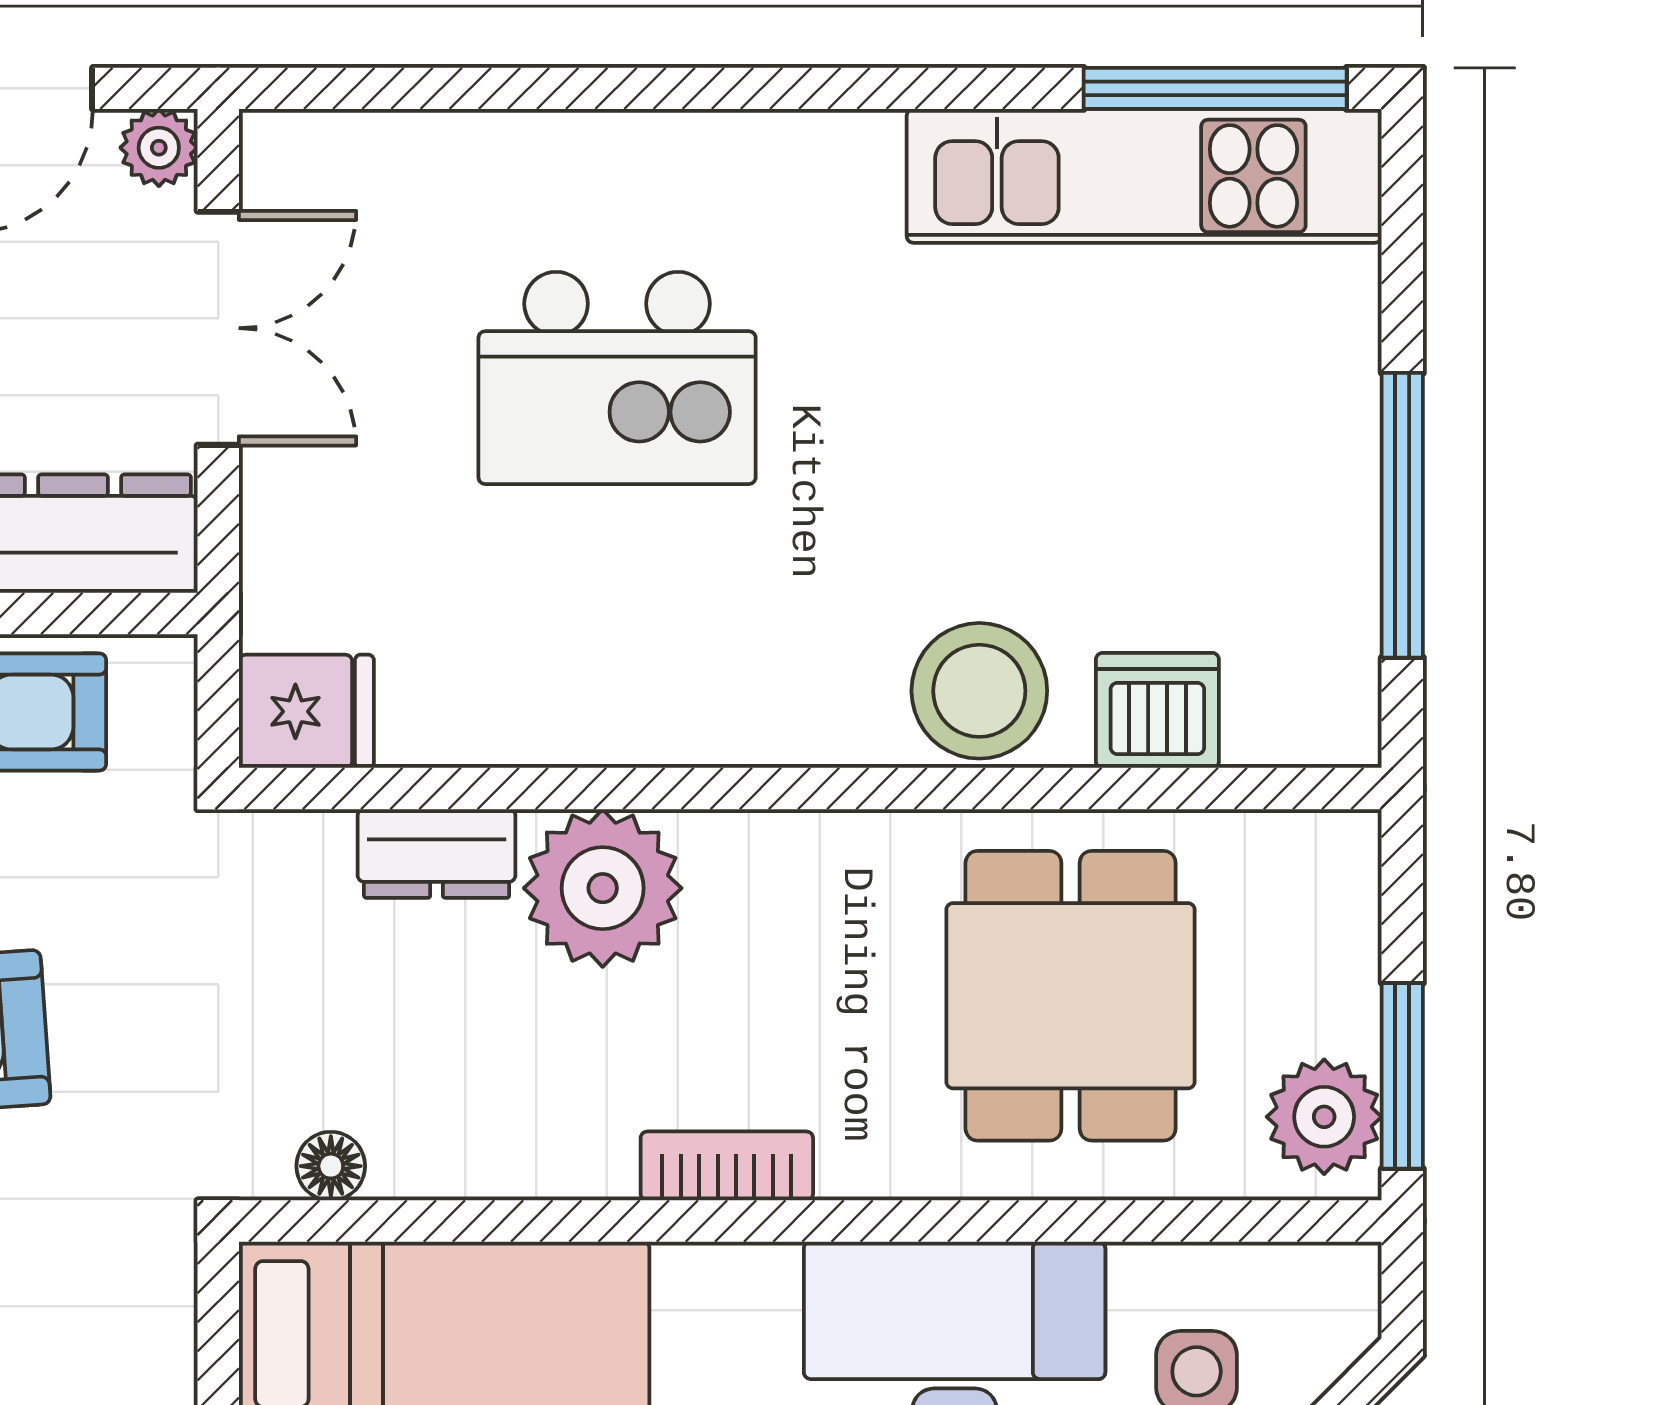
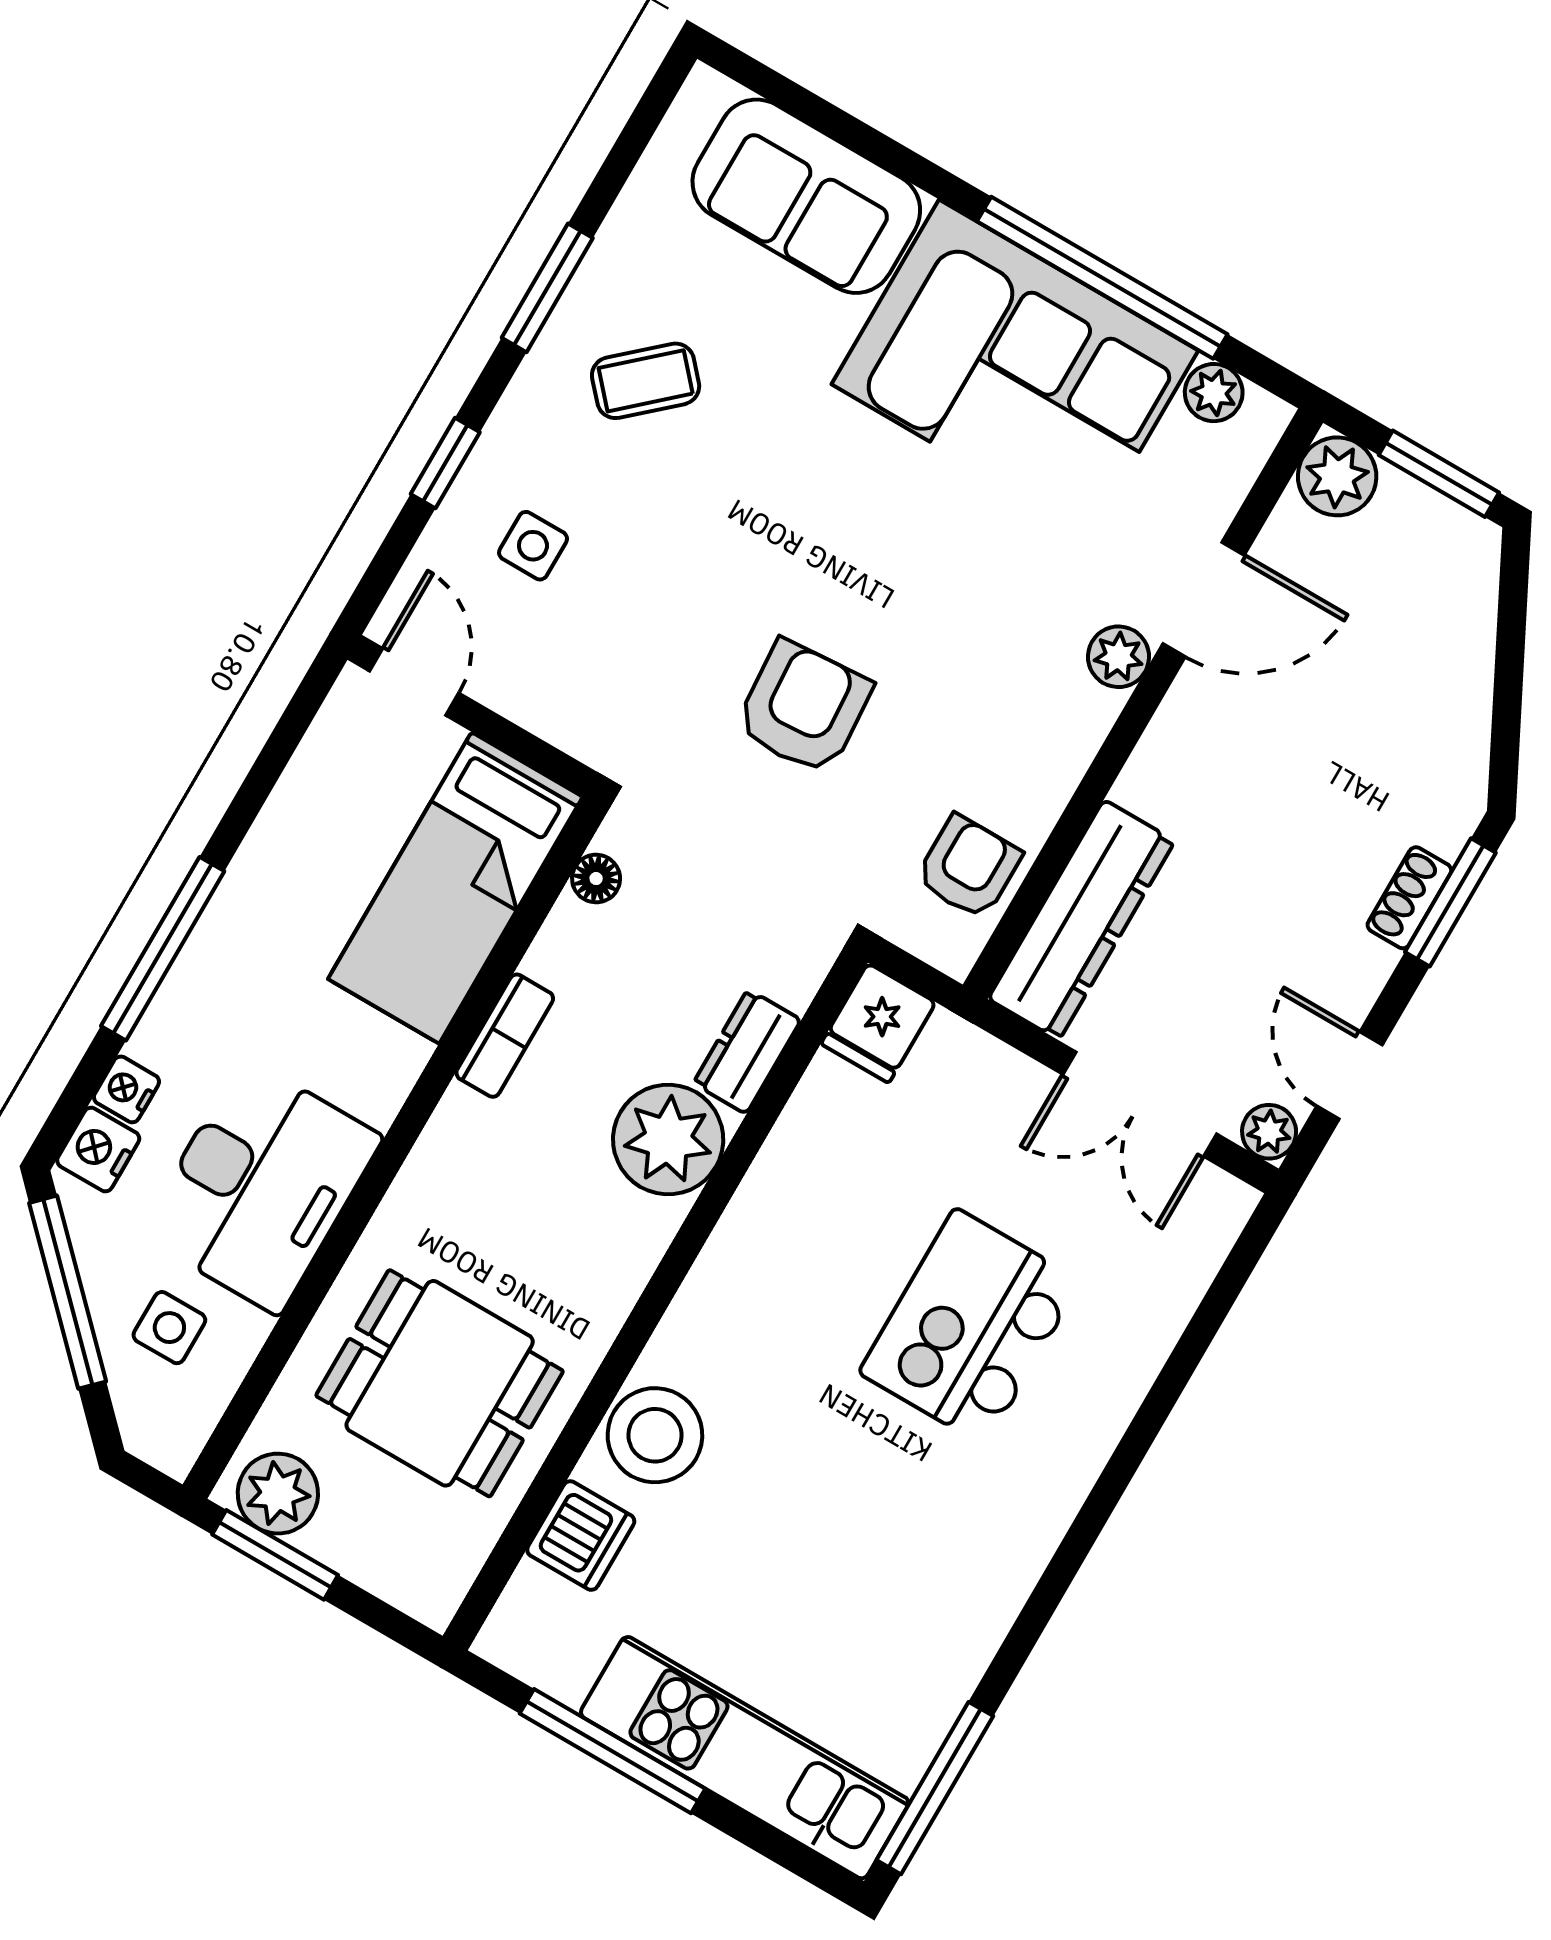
kitchen unit: (1144, 176) -> (745, 1758), moved, turned 90
bookcase: (727, 1166) -> (505, 1036), moved

